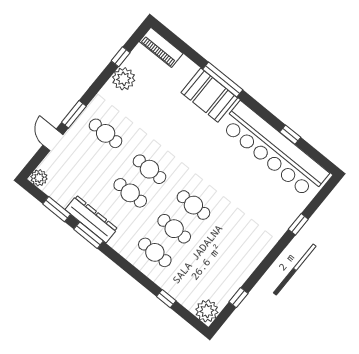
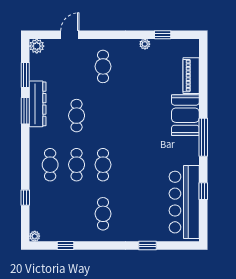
piano: (161, 47) -> (191, 76), moved
plant: (124, 79) -> (145, 44), width x0.53, depth x0.53
window: (223, 79) -> (203, 137), moved
window: (74, 114) -> (98, 35), removed
bar counter: (274, 150) -> (184, 202), width x0.73
cafe table: (149, 169) -> (103, 214), moved
plant: (207, 311) -> (35, 236), width x0.53, depth x0.53

